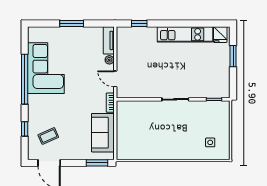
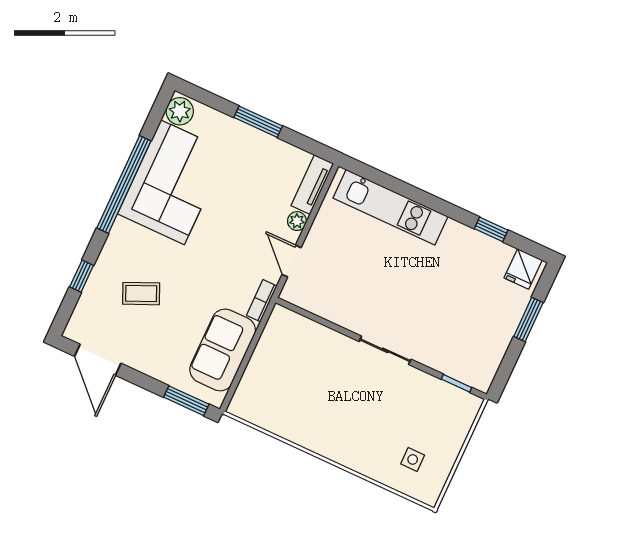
window: (139, 23) -> (491, 229), moved
kitchen unit: (185, 34) -> (390, 207), moved
plant: (34, 35) -> (180, 111), added
coffee table: (48, 136) -> (141, 294), moved

